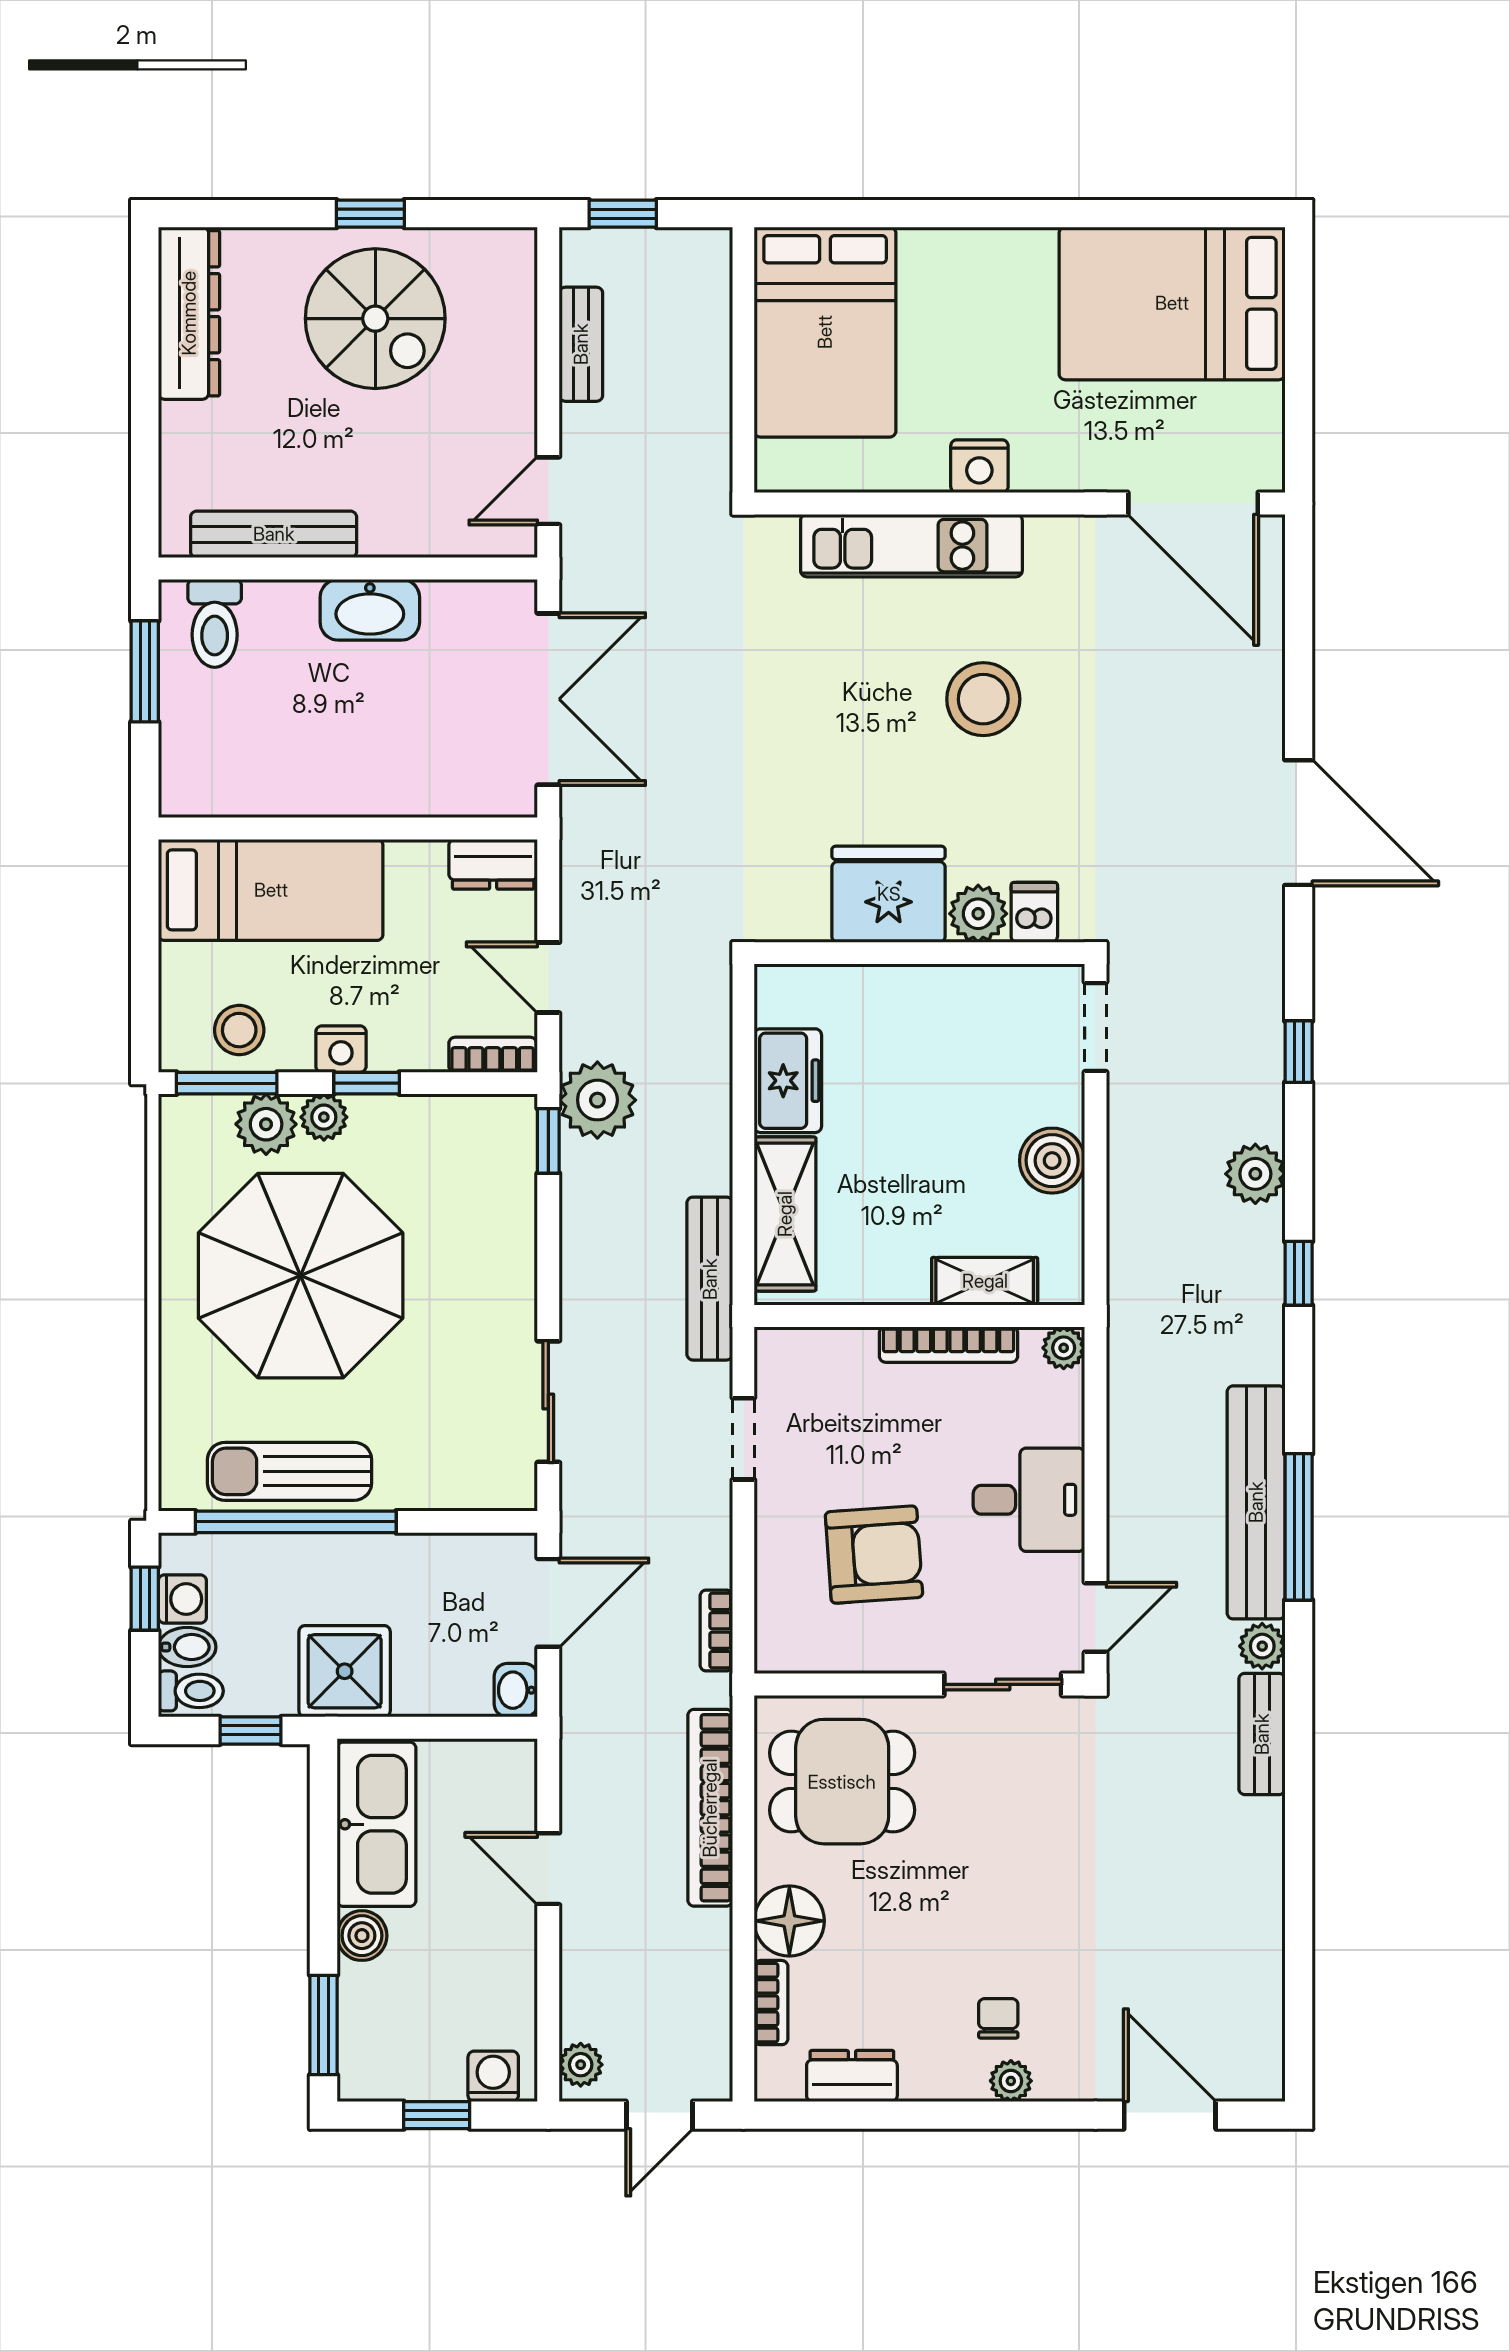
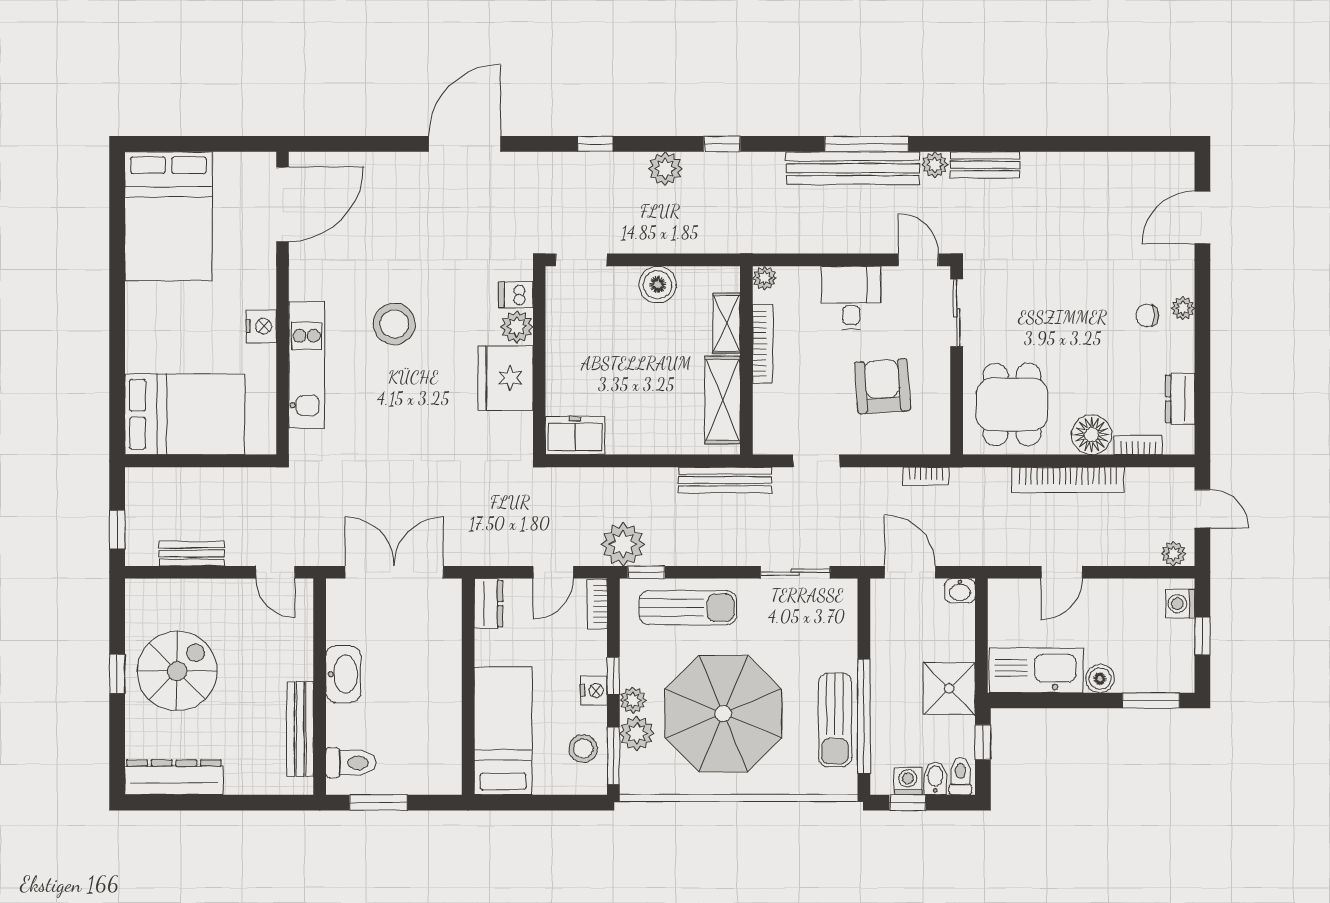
freezer: (788, 1081) -> (575, 435), moved
sun lounger: (486, 1214) -> (688, 608), added
shelving: (785, 1214) -> (723, 400), moved, turned 90
bookcase: (710, 1808) -> (1068, 480), moved

